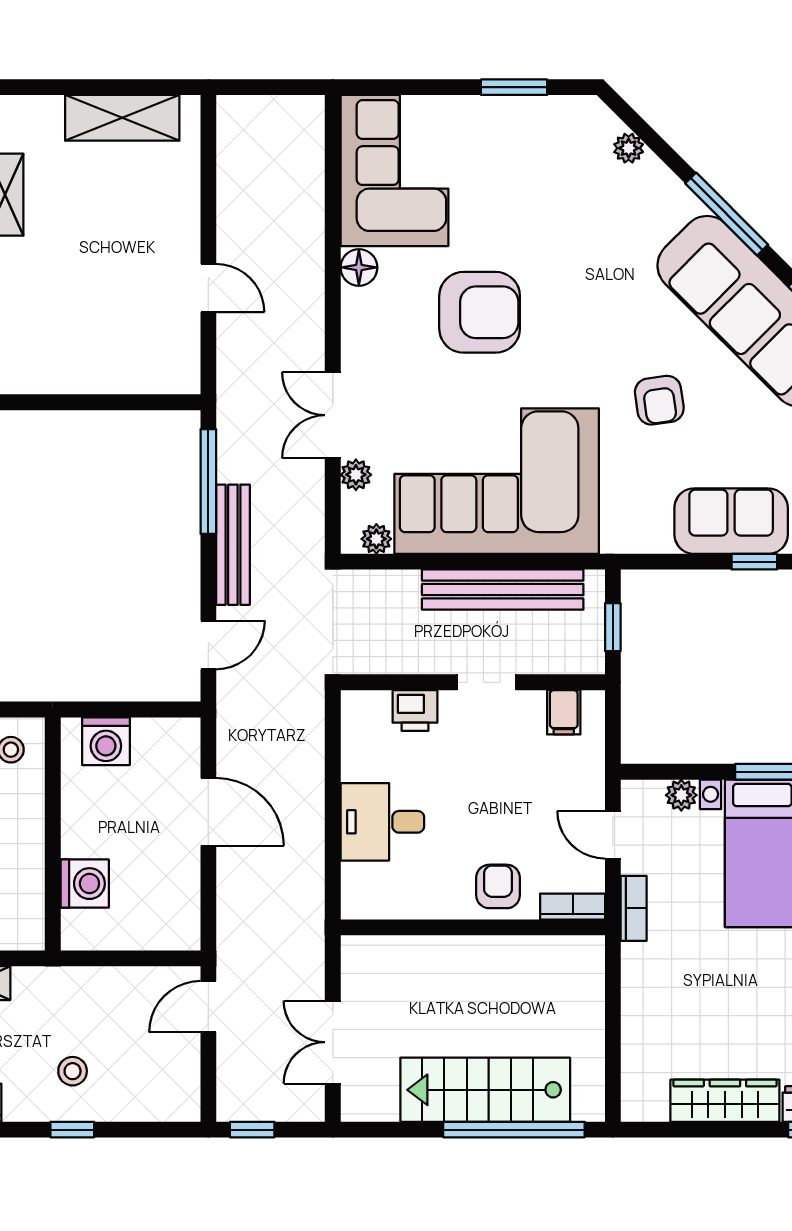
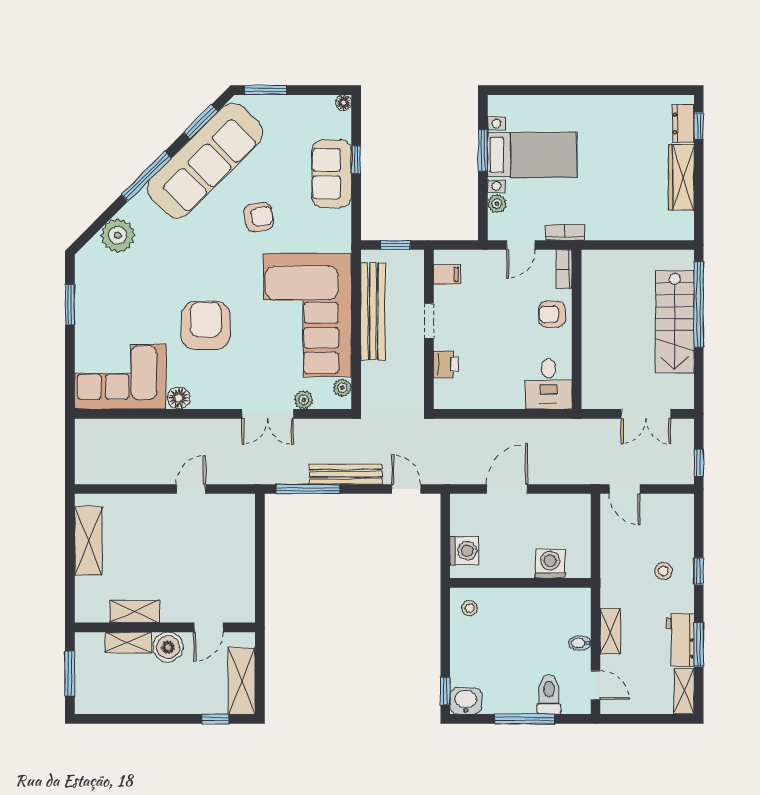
plant: (629, 148) -> (118, 235), width x1.87, depth x1.87
desk: (382, 822) -> (549, 384), moved

